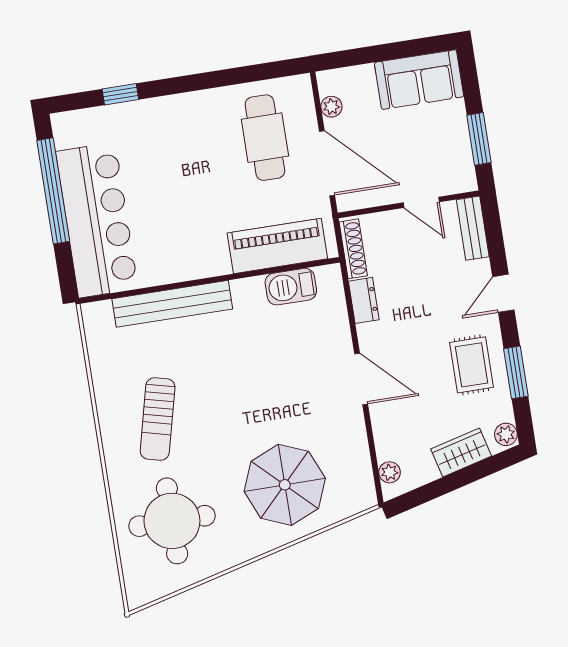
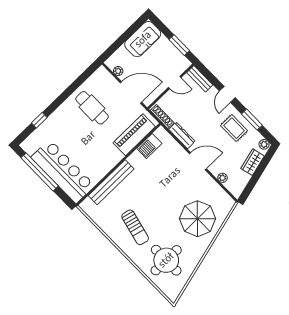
cafe table: (265, 138) -> (92, 108), moved
dresser: (364, 300) -> (182, 135), width x1.44
plant: (390, 472) -> (222, 178), moved

